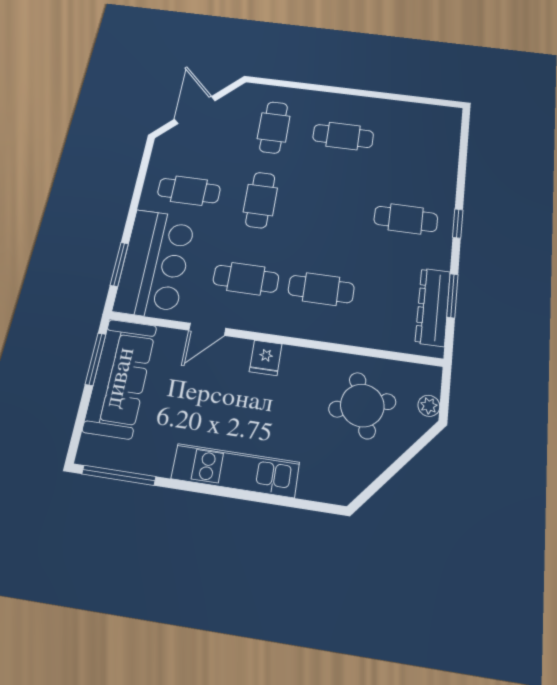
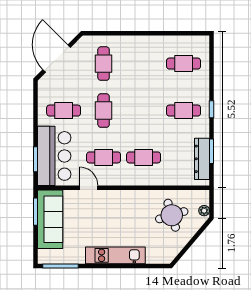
door: (195, 110) -> (57, 58), width x1.36
cafe table: (343, 136) -> (184, 64), moved
door: (207, 329) -> (89, 188), swing flipped
fridge: (266, 358) -> (121, 198), removed

